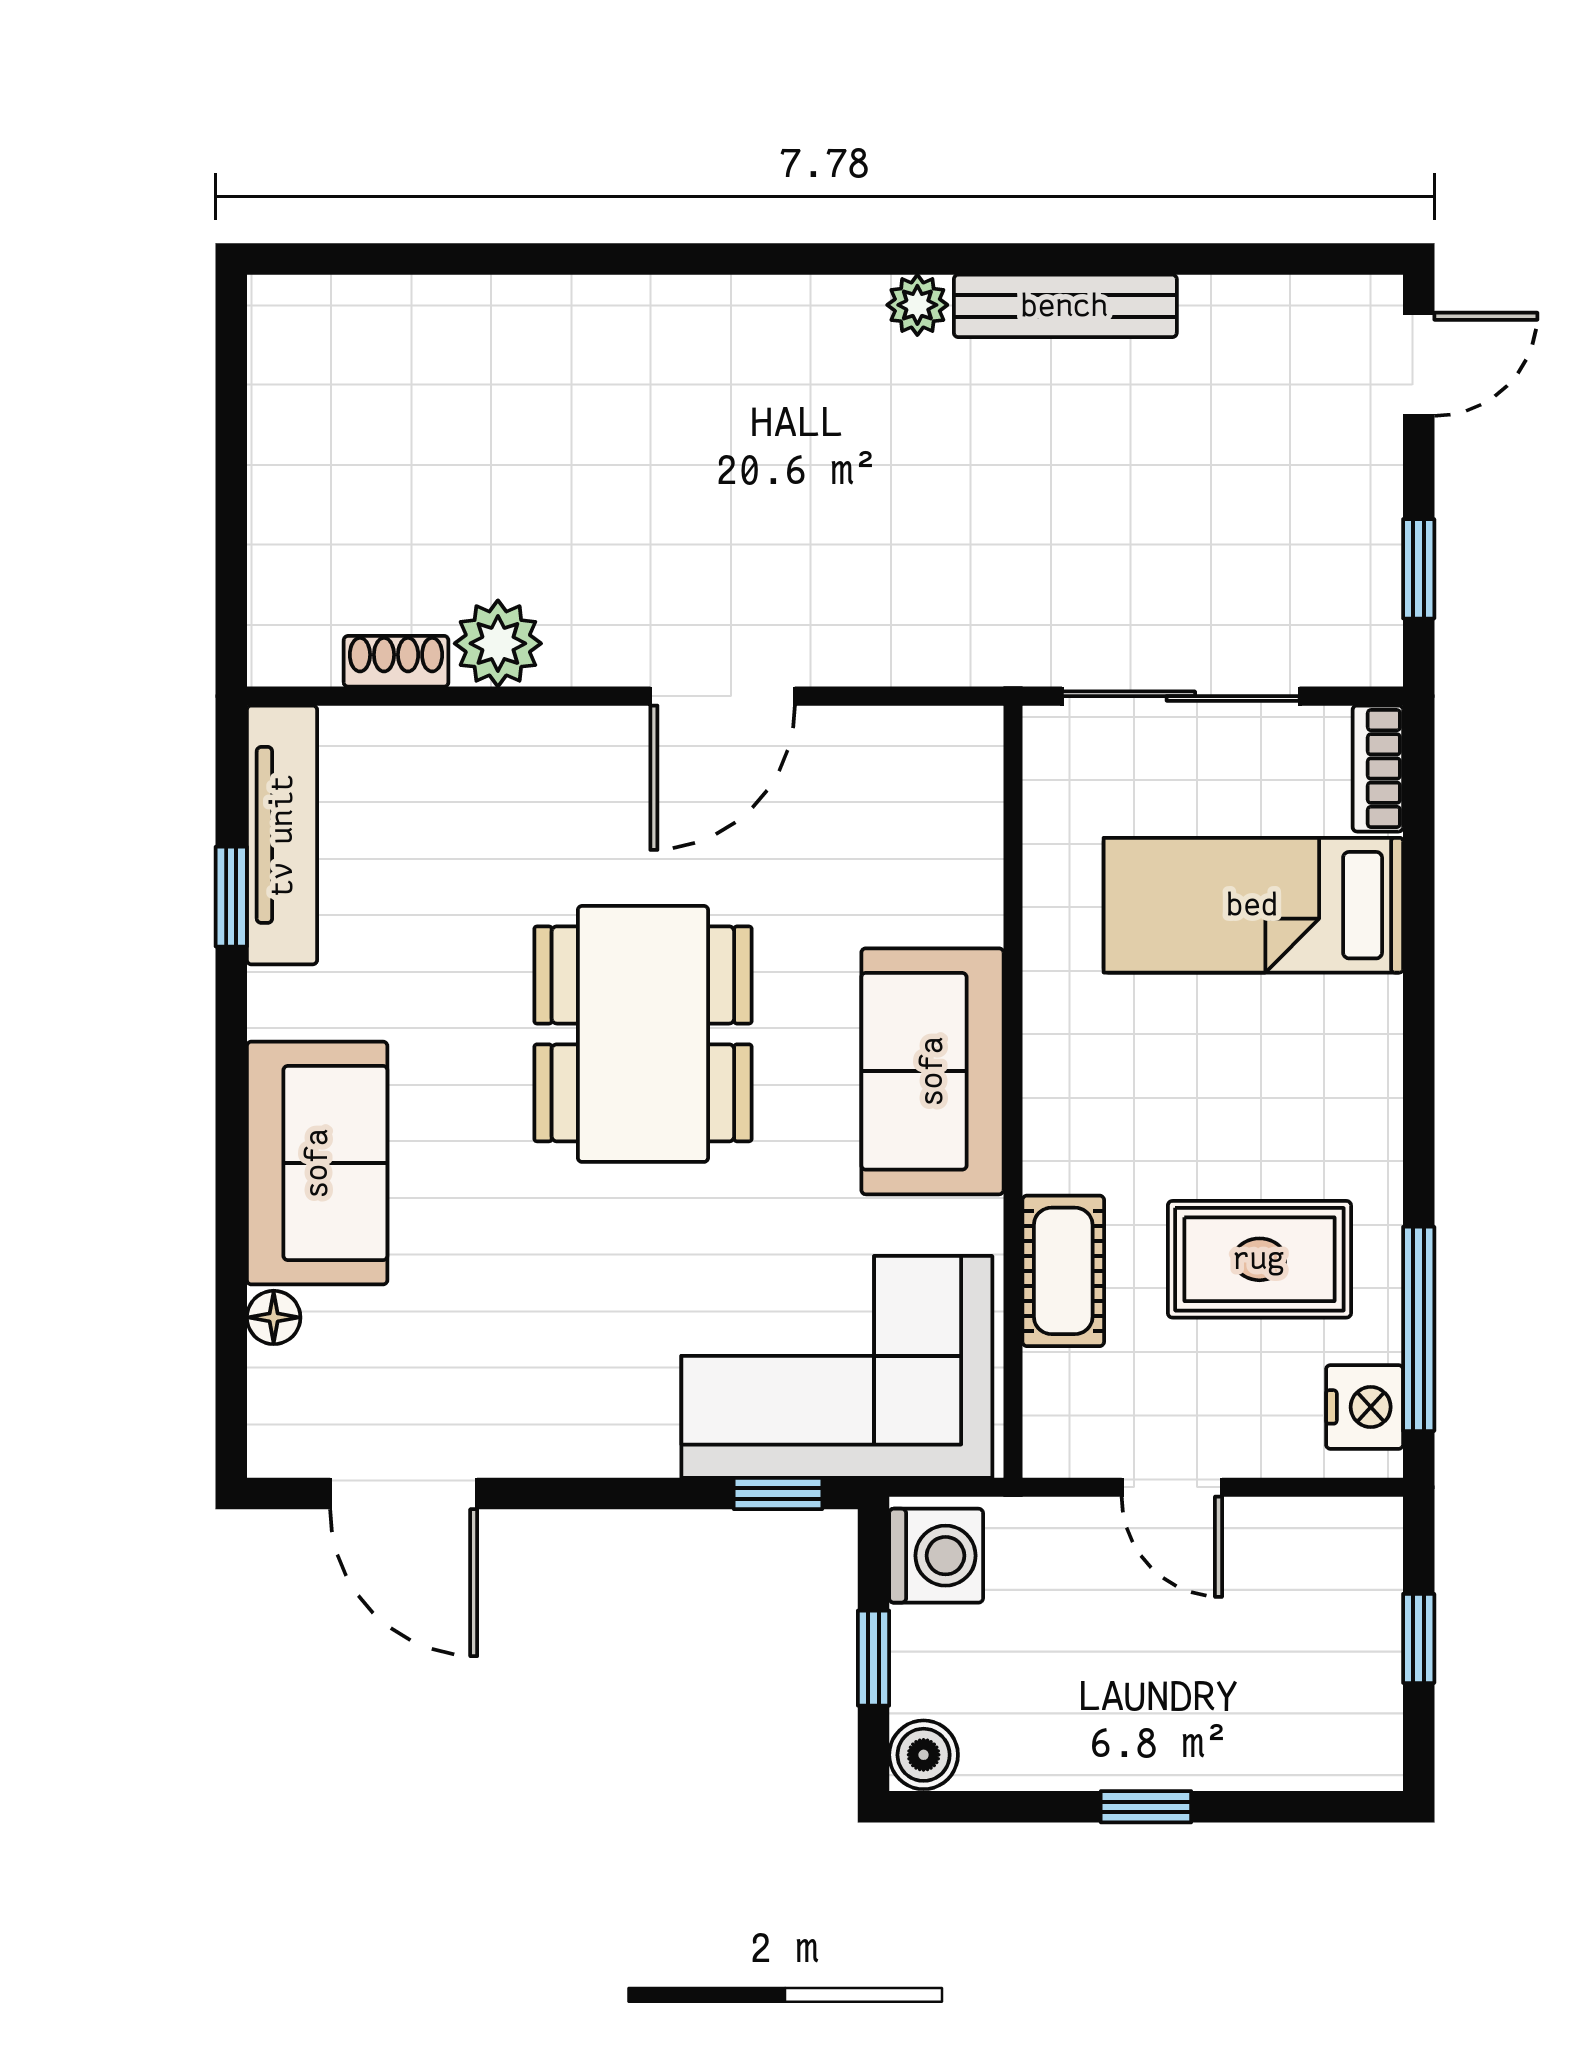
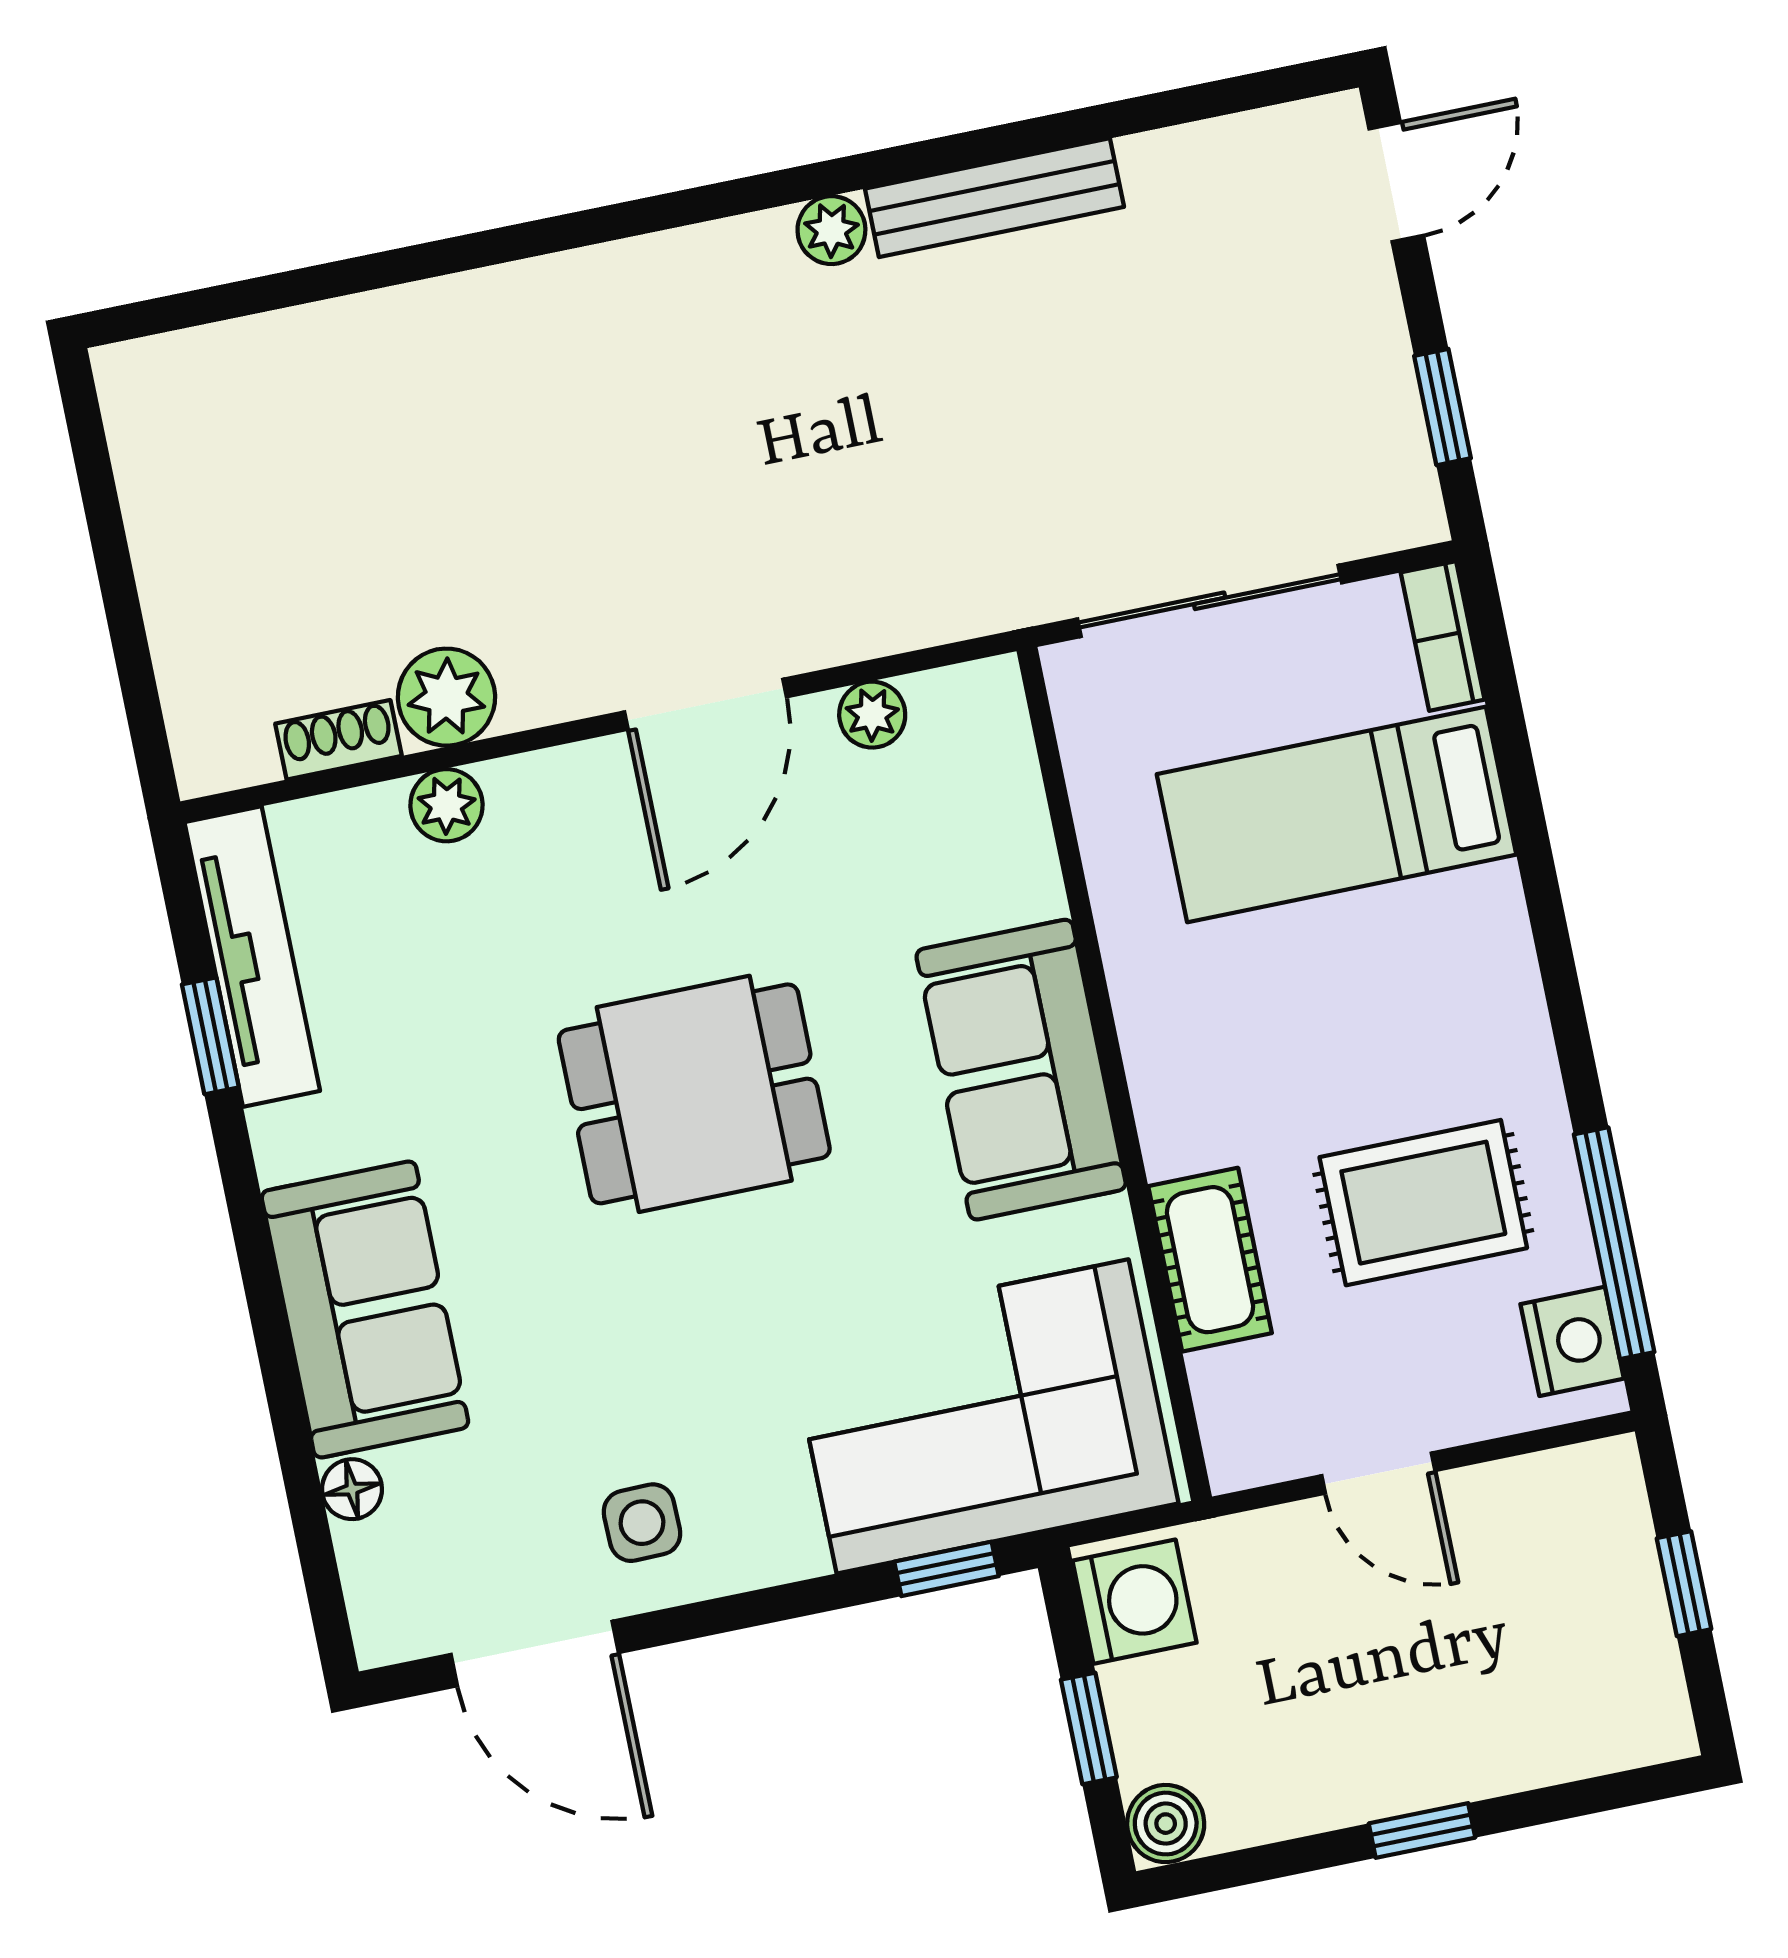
plant: (866, 735) -> (872, 715), added
plant: (479, 738) -> (446, 805), added
dining table: (643, 1034) -> (694, 1094), width x0.73
side table: (521, 1399) -> (642, 1523), added

